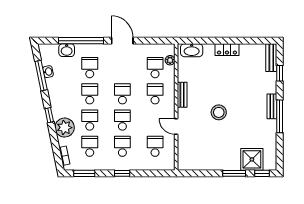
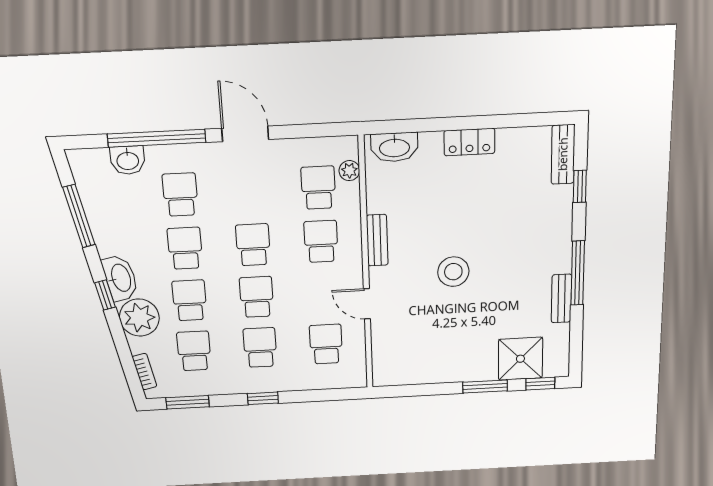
washbasin: (48, 72) -> (120, 278), moved, width x1.91, depth x1.45
bench: (272, 106) -> (561, 298), moved

